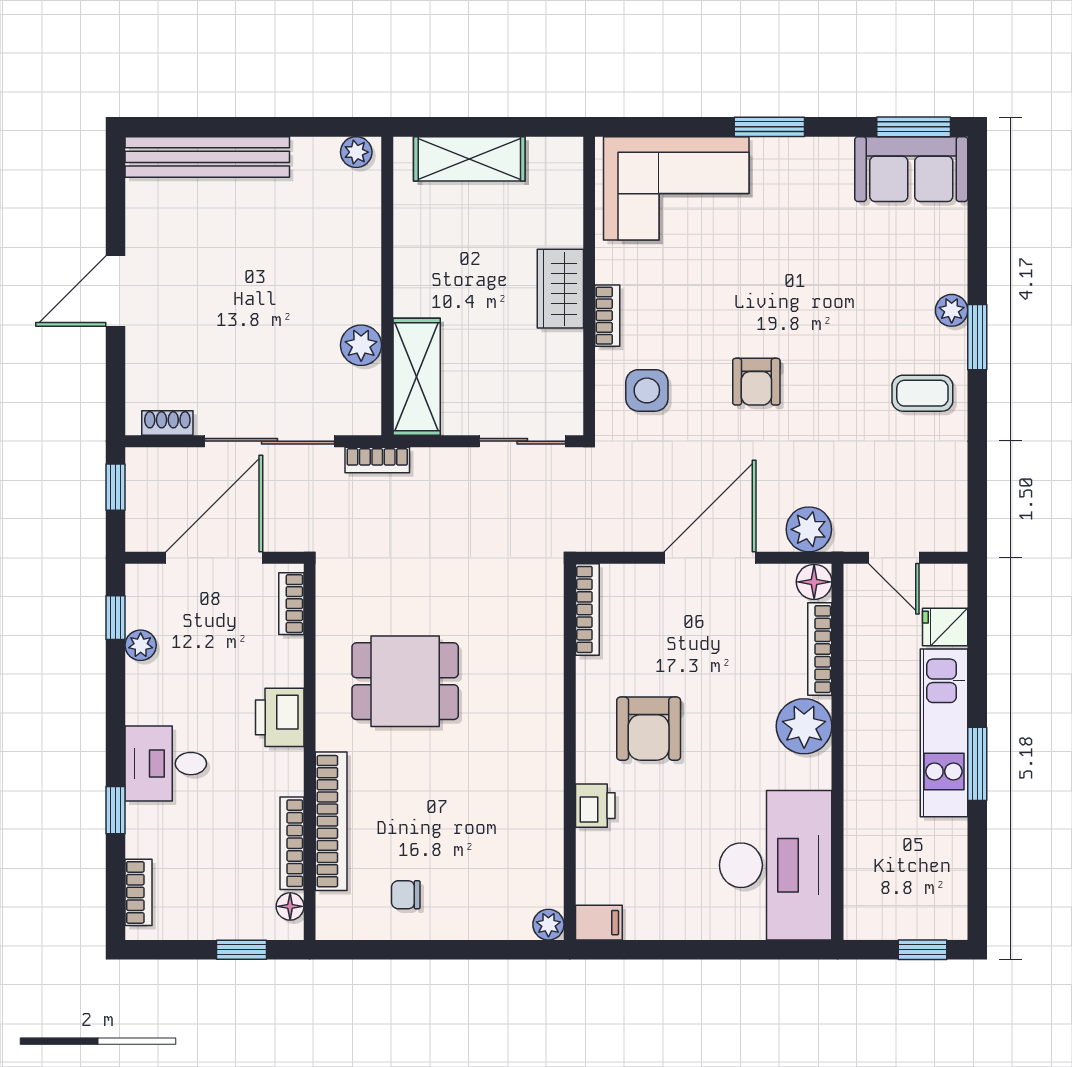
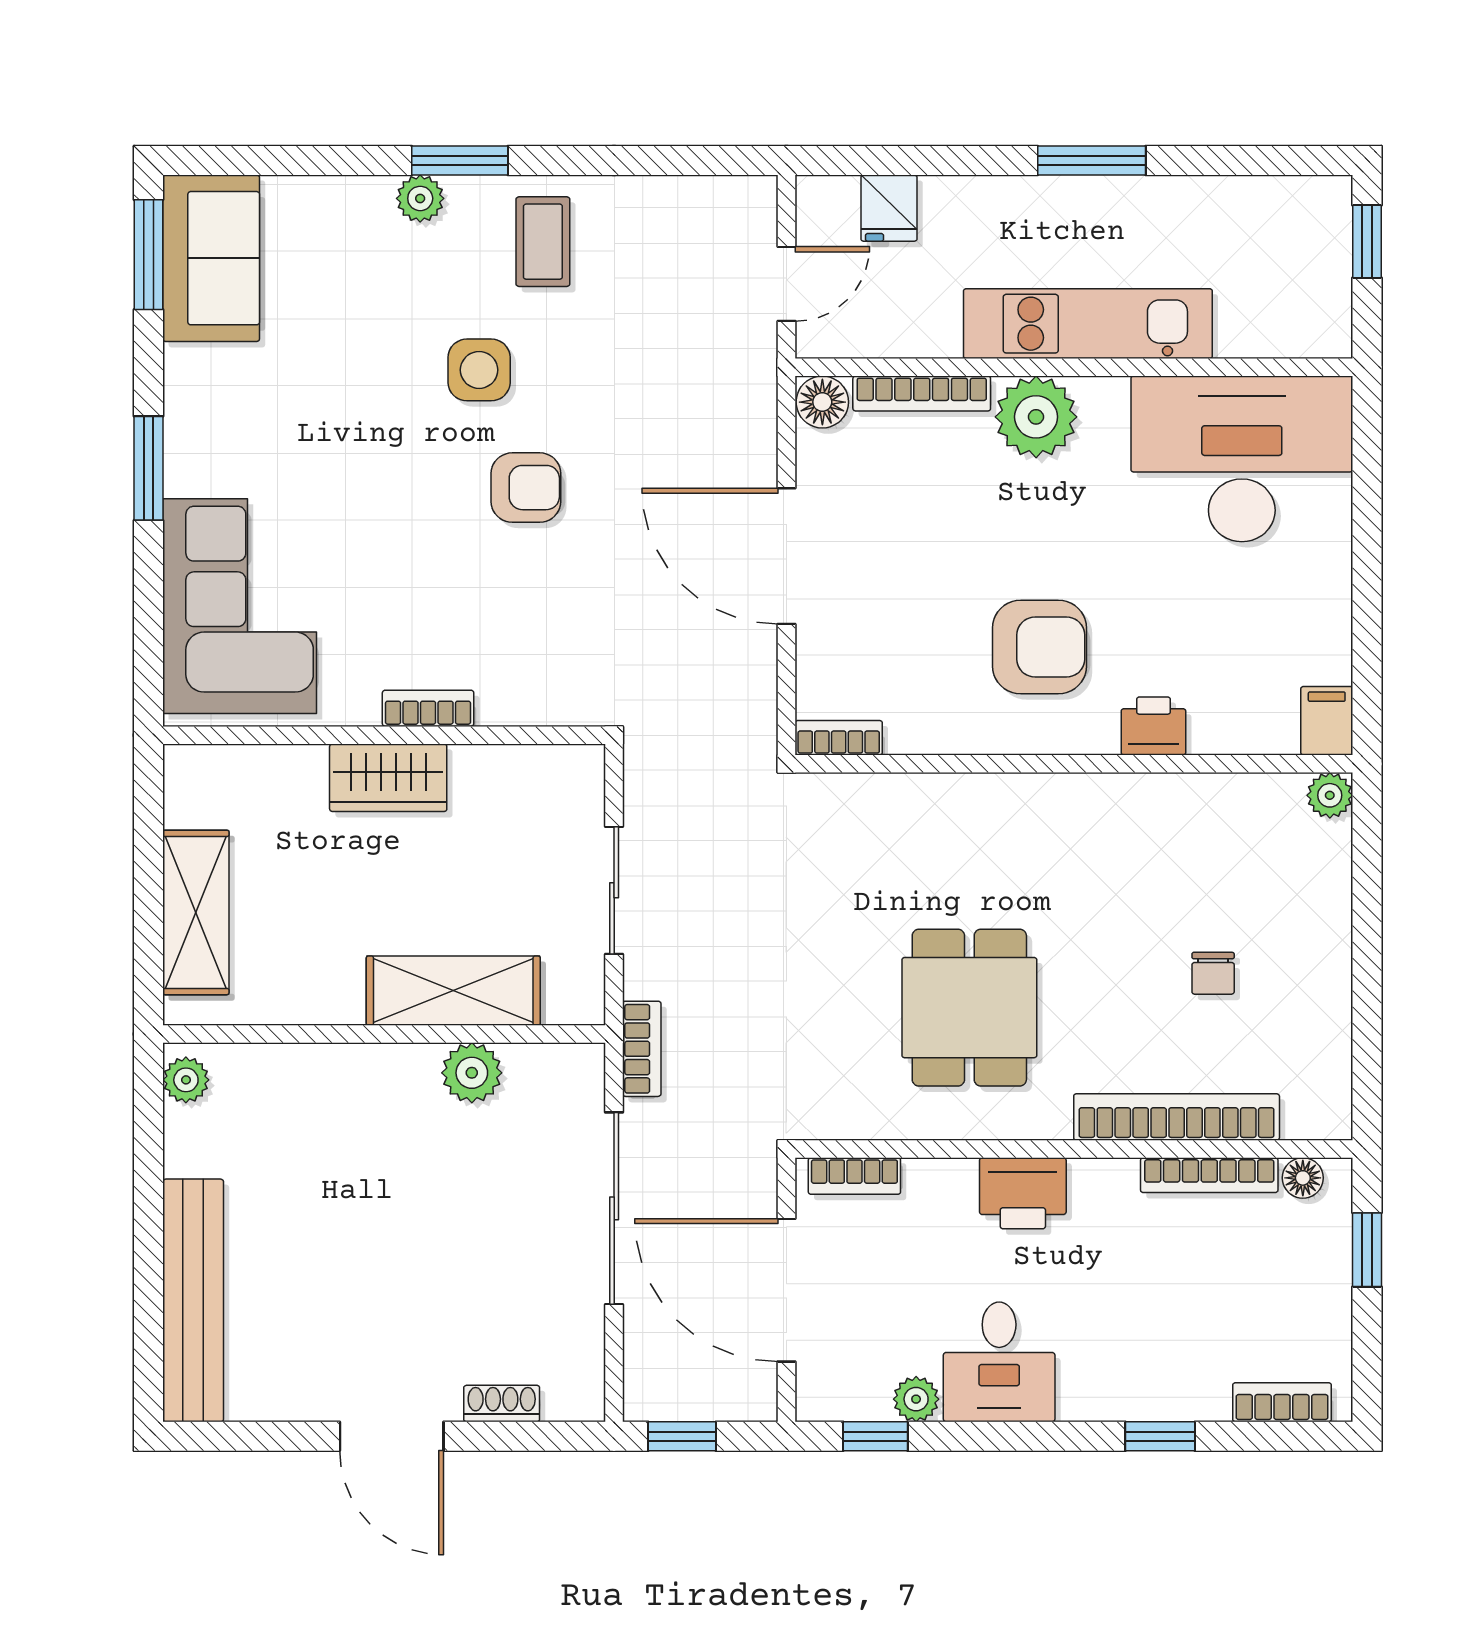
shelving: (417, 377) -> (453, 991), moved
side table: (647, 390) -> (479, 370), moved
shoe rack: (167, 423) -> (502, 1404), moved, turned 90
sliding door: (522, 441) -> (614, 890), moved
plant: (809, 529) -> (744, 410), removed
bookcase: (587, 609) -> (839, 738), width x0.64
kitchen unit: (944, 733) -> (1088, 324), moved, turned 180
desk: (166, 764) -> (999, 1362), moved
chair: (406, 895) -> (1213, 973), moved

